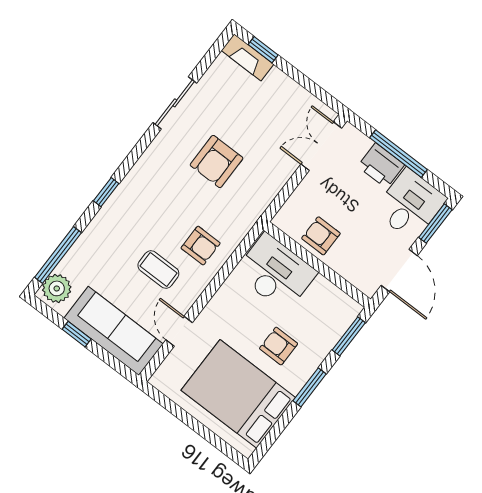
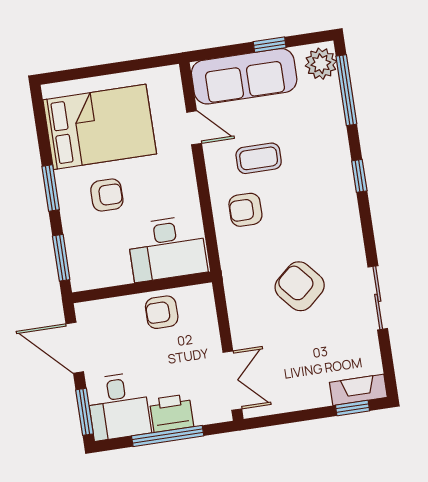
armchair: (217, 162) -> (300, 286), turned -41
armchair: (321, 236) -> (162, 312), turned 180

